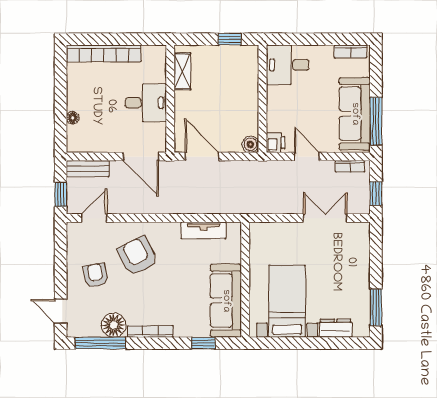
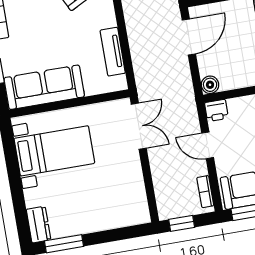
door: (307, 157) -> (208, 145), swing flipped
double door: (325, 218) -> (139, 126), moved
dresser: (336, 328) -> (39, 225), moved

